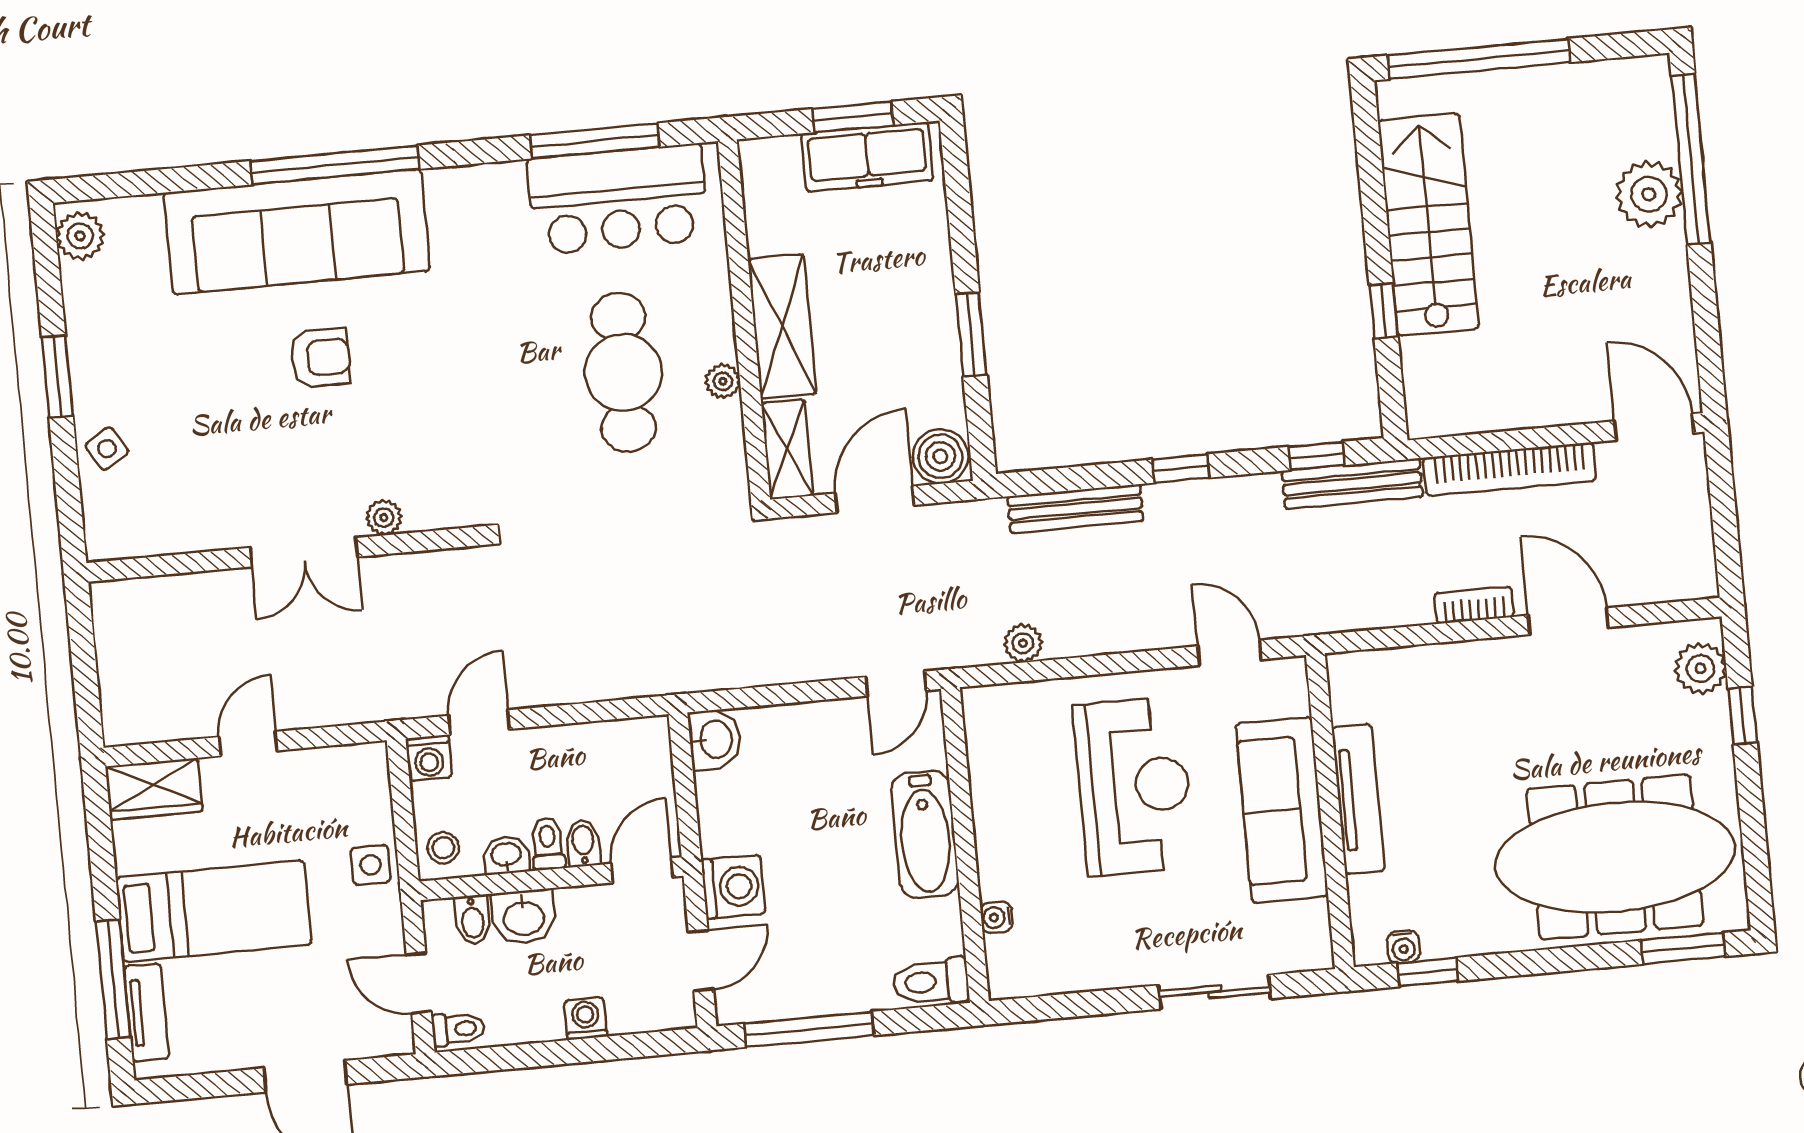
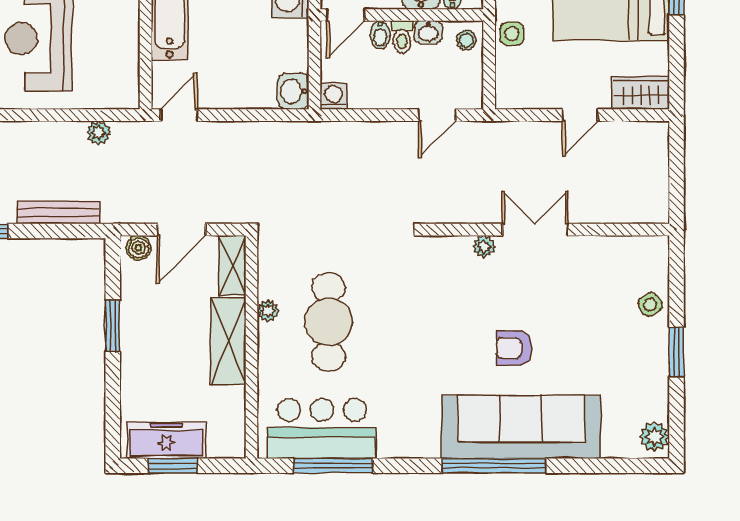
boiler: (940, 456) -> (139, 248), width x0.73, depth x0.73
washing machine: (429, 758) -> (333, 96), moved

